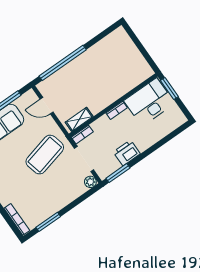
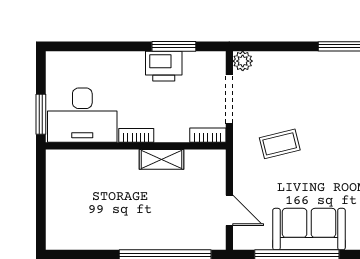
shelving: (79, 119) -> (161, 159), moved
coffee table: (45, 155) -> (280, 144), width x0.54, depth x0.58
window: (118, 173) -> (174, 46), moved

